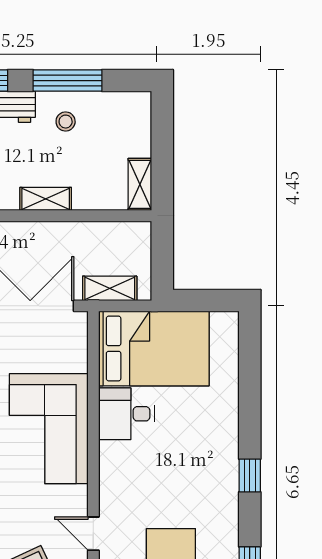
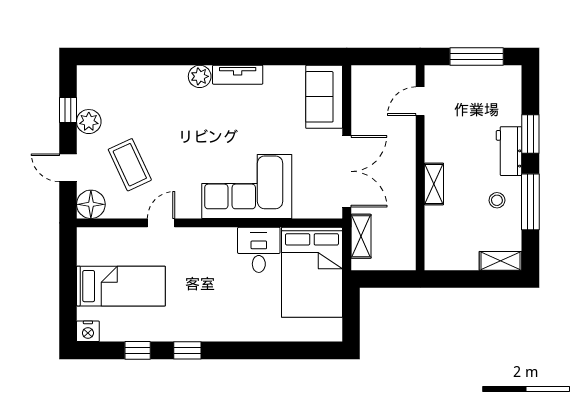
shelving: (140, 184) -> (500, 261), moved
window: (250, 475) -> (187, 350), moved

